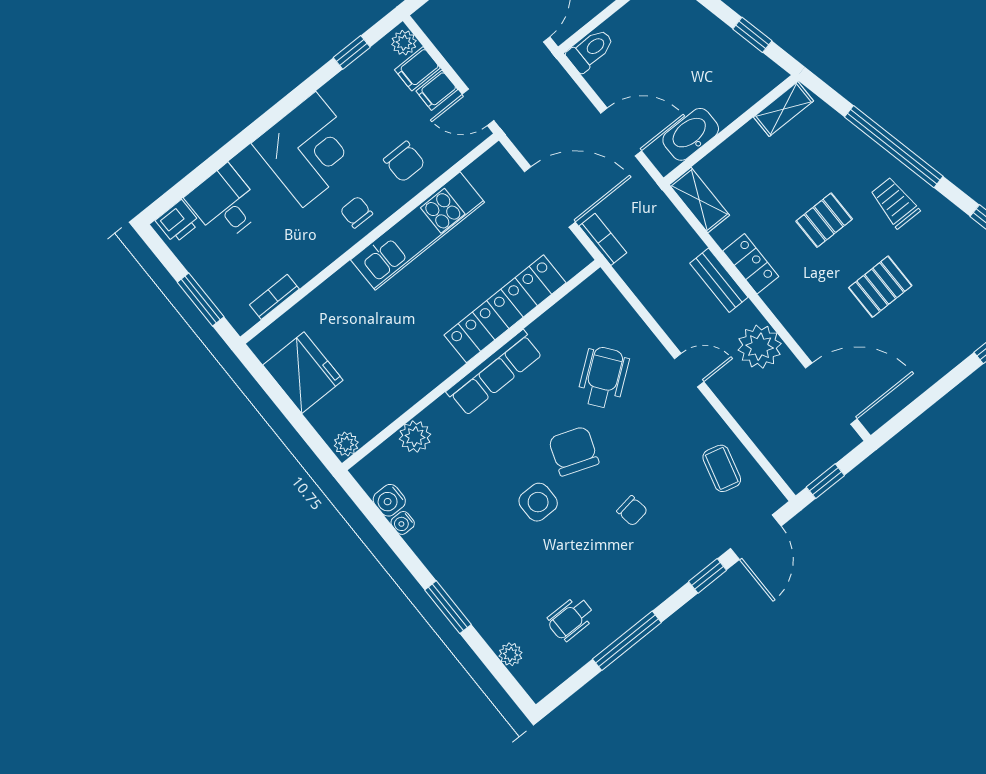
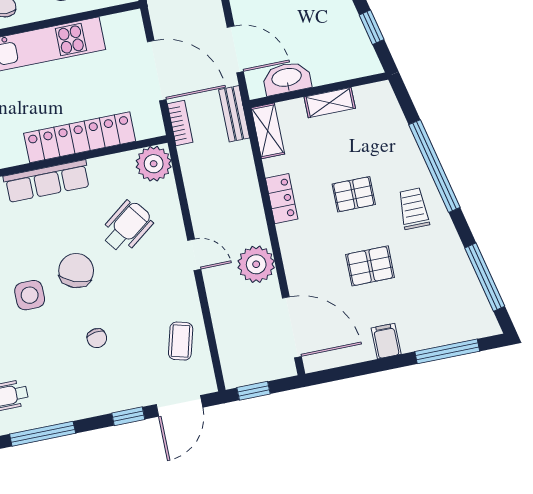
shelving: (784, 109) -> (330, 103), moved
bench: (719, 280) -> (234, 114), moved
plant: (597, 297) -> (154, 164), added
filing cabinet: (938, 357) -> (386, 341), added

